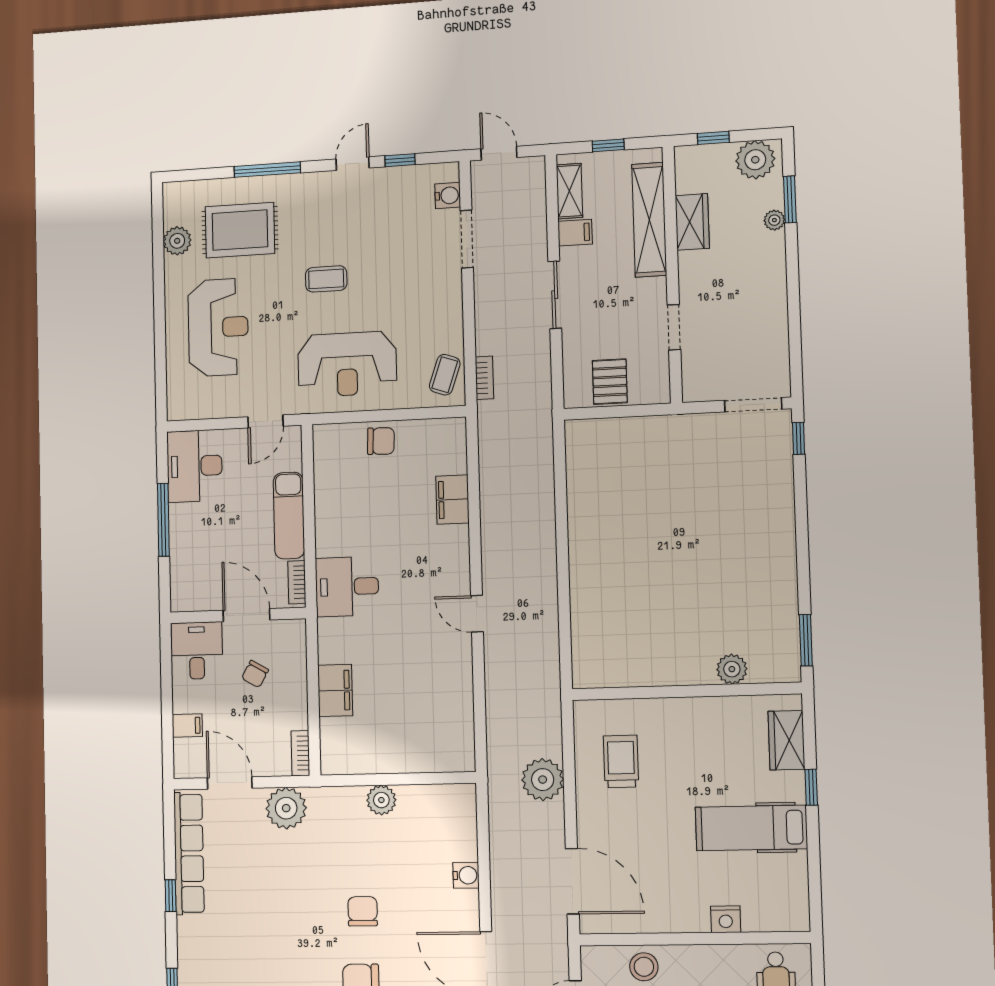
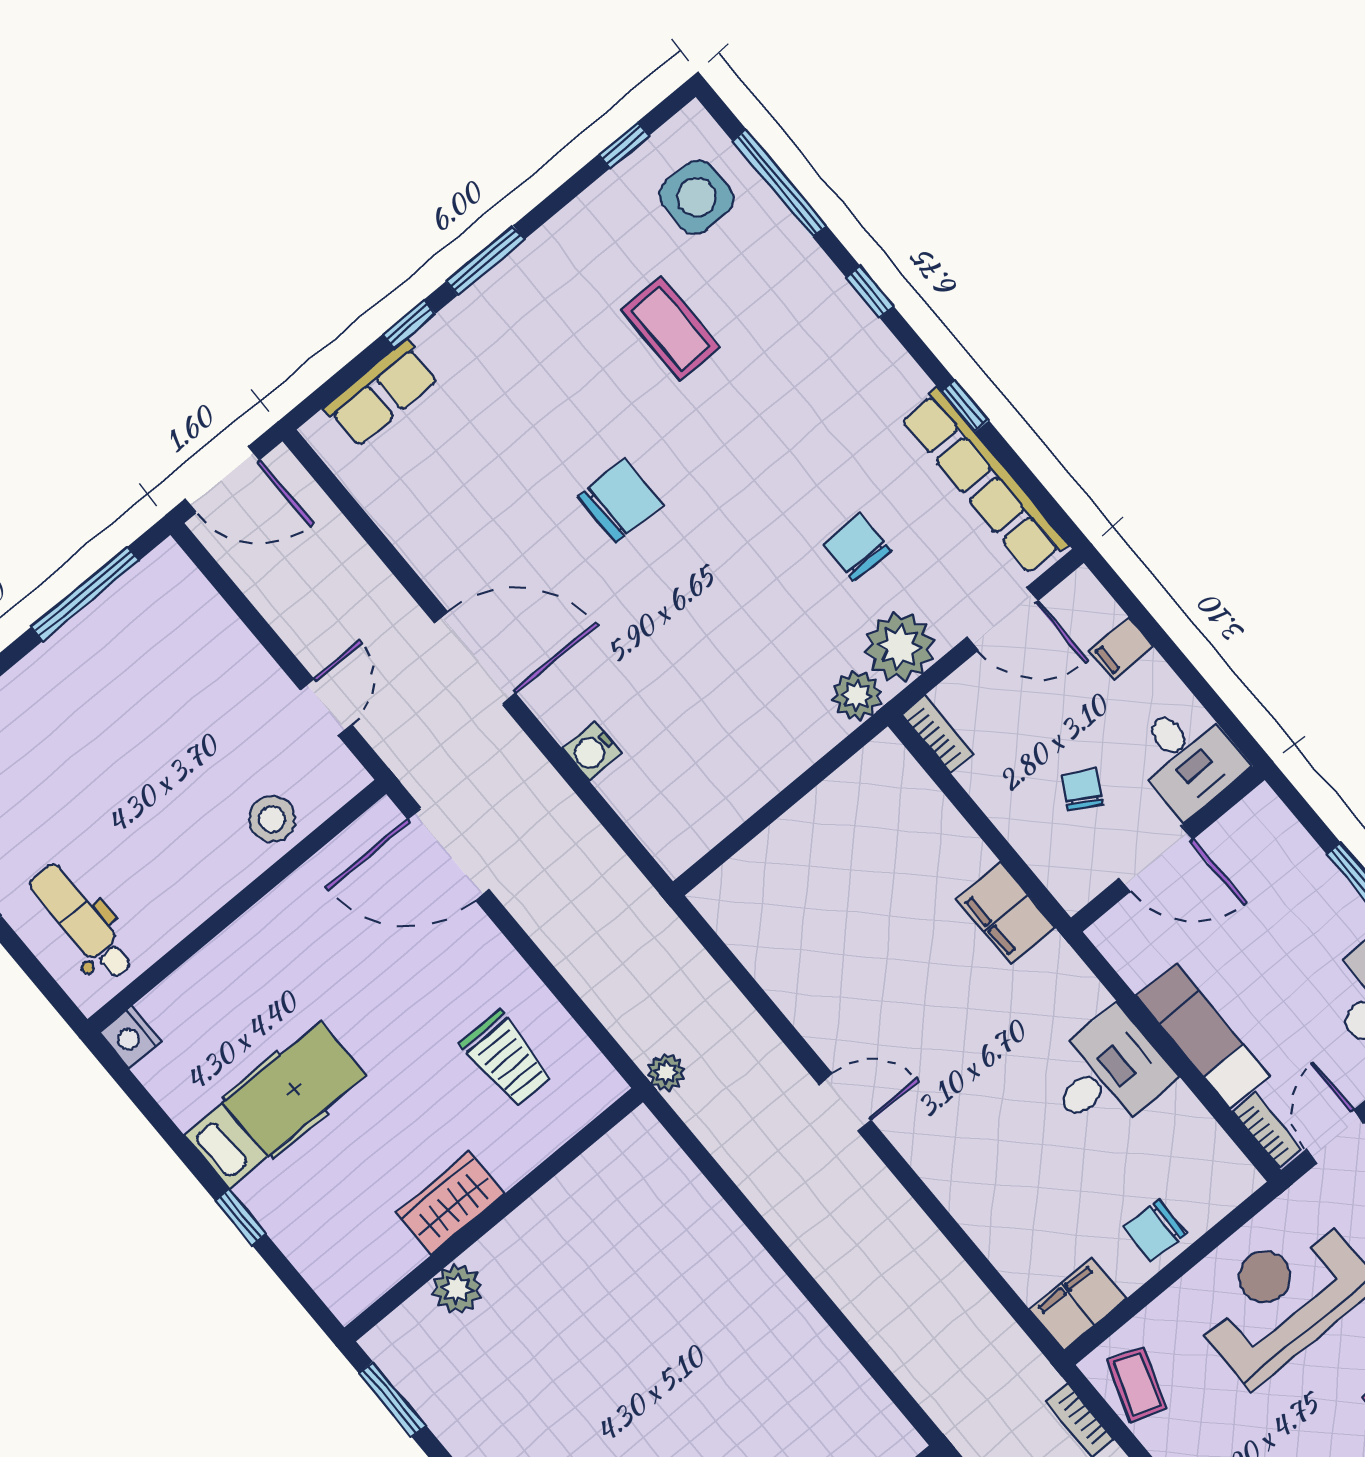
filing cabinet: (452, 500) -> (1078, 1304), moved, turned -90
bookcase: (297, 582) -> (1267, 1130), moved
desk: (347, 587) -> (1108, 1074), moved
filing cabinet: (335, 690) -> (1006, 913), moved
wardrobe: (786, 740) -> (450, 1203), moved, turned -90
plant: (543, 780) -> (666, 1072), moved, width x0.53, depth x0.53
plant: (381, 800) -> (857, 696), moved
chair: (363, 911) -> (857, 547), moved, turned 180
nightstand: (726, 919) -> (131, 1037), moved, turned -90

